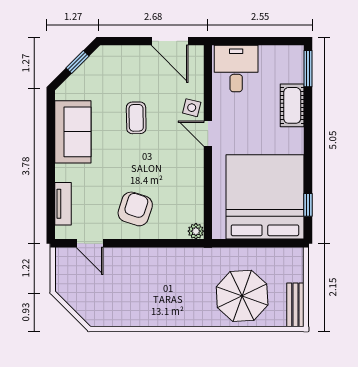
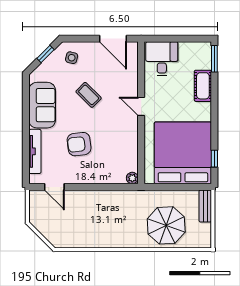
side table: (192, 108) -> (72, 58), moved
coffee table: (136, 118) -> (89, 95), turned -44
tv unit: (63, 204) -> (35, 151), width x1.41
armchair: (135, 209) -> (79, 144), moved, turned -115
bench: (295, 305) -> (205, 206), moved

